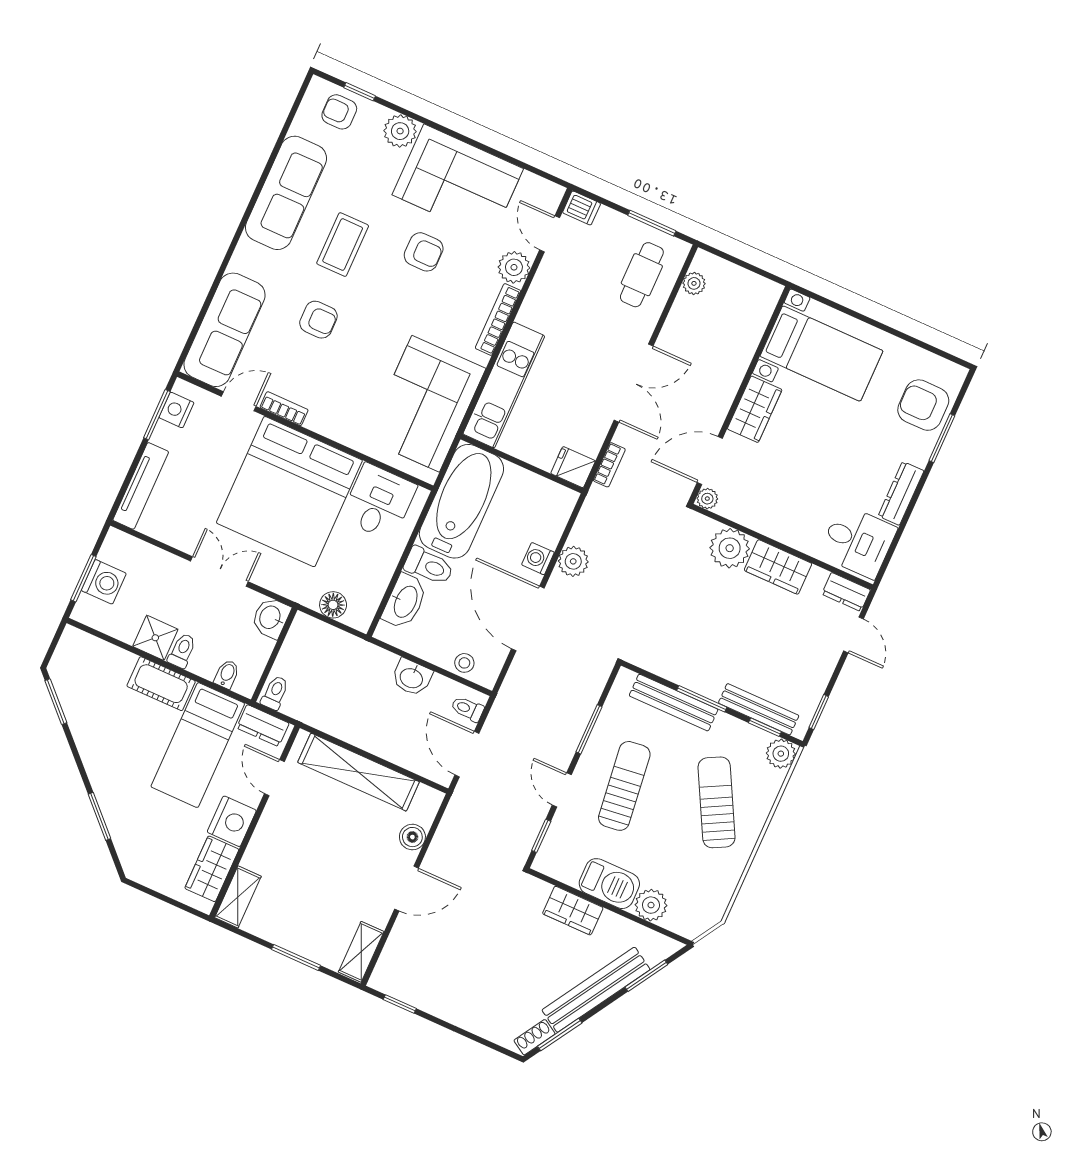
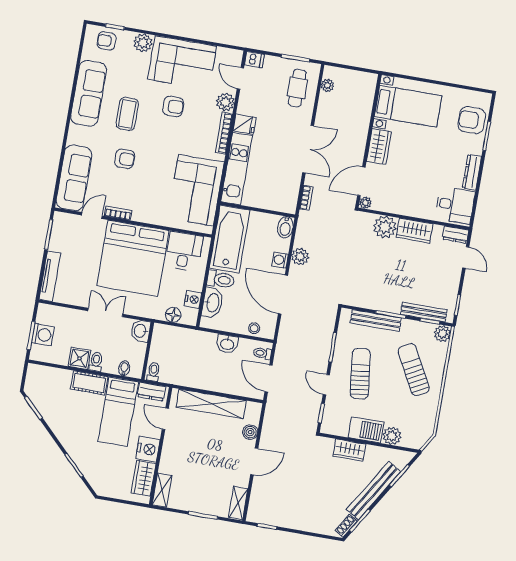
nightstand: (176, 410) -> (193, 299), moved, turned 180
fridge: (573, 467) -> (245, 124), moved, turned 180
bidet: (561, 505) -> (285, 227), added

